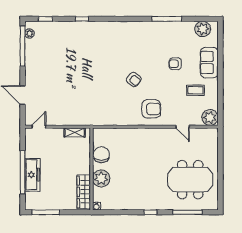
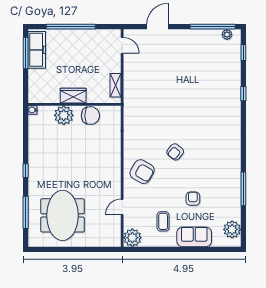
armchair: (151, 109) -> (142, 172), turned -60
freezer: (32, 175) -> (37, 50), moved, turned -90
wardrobe: (84, 192) -> (73, 96), moved, width x0.67

